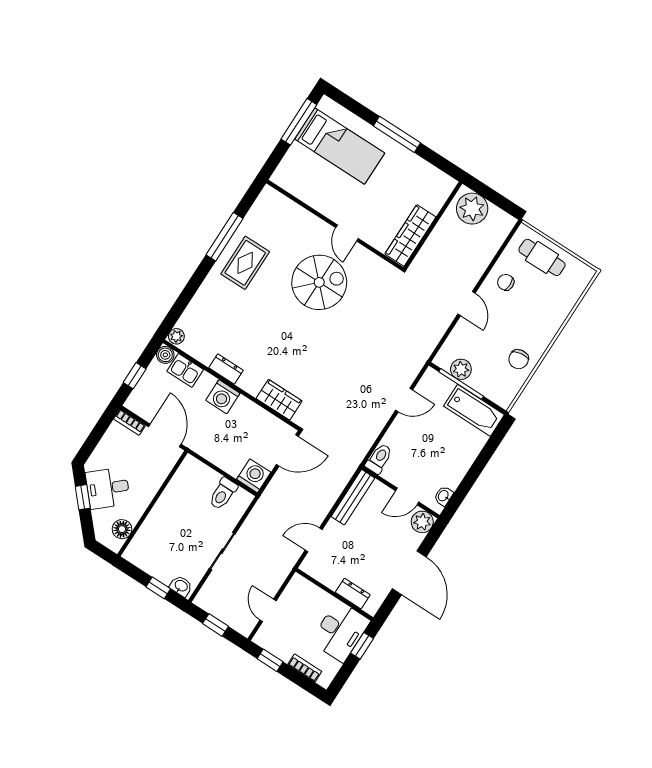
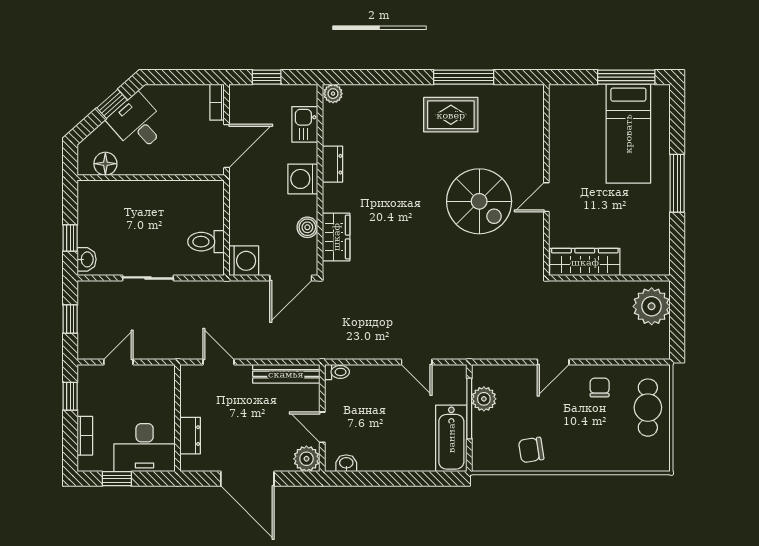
boiler: (165, 355) -> (307, 227), moved
door: (287, 450) -> (291, 278), hinge flipped
toilet: (379, 459) -> (337, 372), width x0.73, depth x0.72
door: (409, 573) -> (247, 479), hinge flipped
window: (362, 646) -> (117, 479), moved

